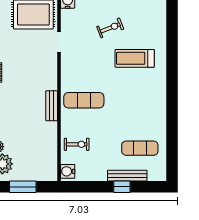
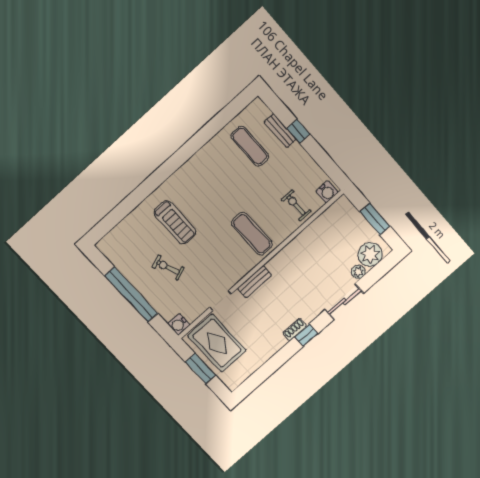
bench: (52, 106) -> (254, 282), moved
bench: (127, 176) -> (280, 131), width x0.73

